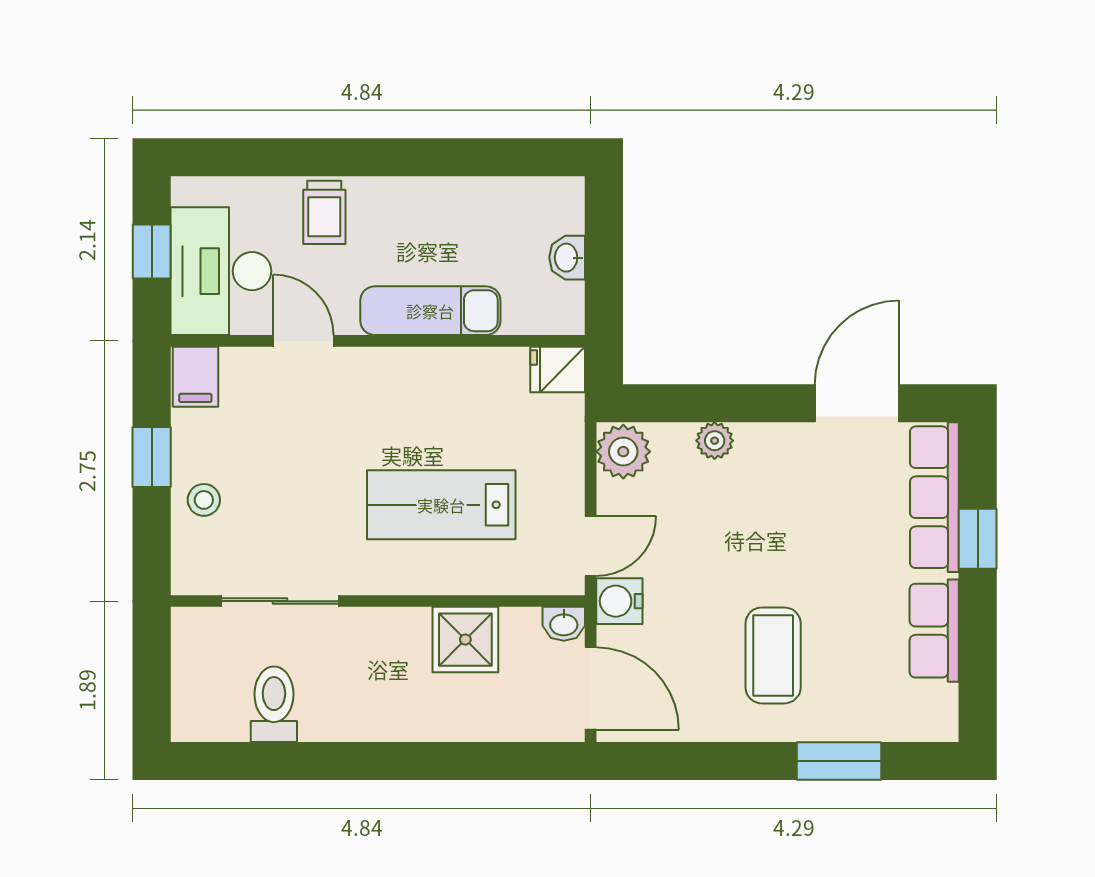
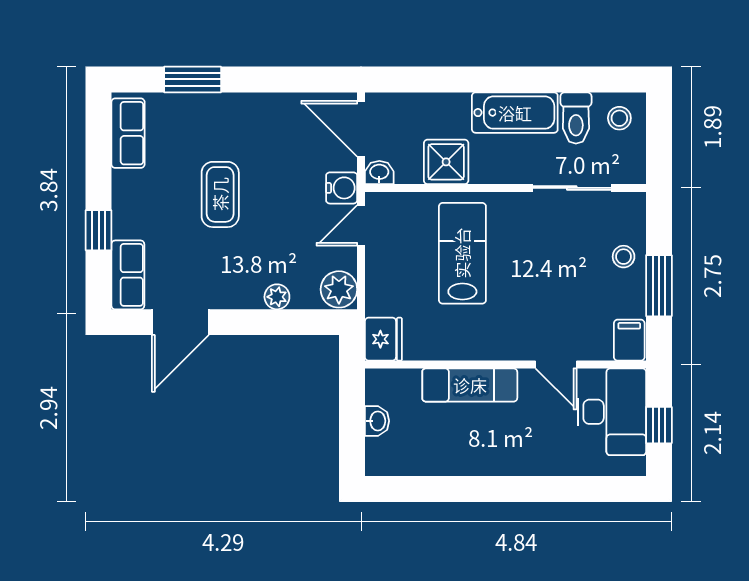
trolley: (324, 212) -> (542, 452), removed
fridge: (558, 369) -> (383, 339), width x1.38
window: (152, 457) -> (659, 286), width x1.50
row of seats: (934, 497) -> (128, 275), width x0.68
lab bench: (441, 505) -> (462, 253), turned -90
row of seats: (934, 631) -> (128, 133), moved
coffee table: (773, 655) -> (220, 194), moved
stool: (210, 704) -> (619, 118), added
bathtub: (364, 712) -> (515, 113), added

